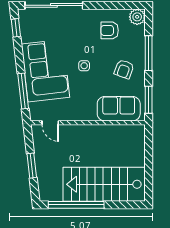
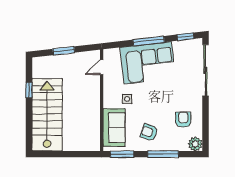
side table: (84, 66) -> (127, 99), moved
window: (23, 91) -> (149, 41), moved
window: (76, 205) -> (29, 90), width x0.32

